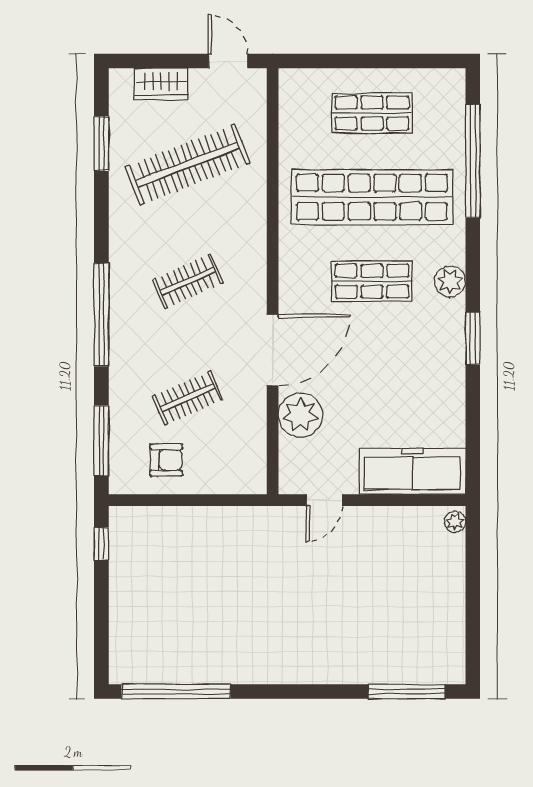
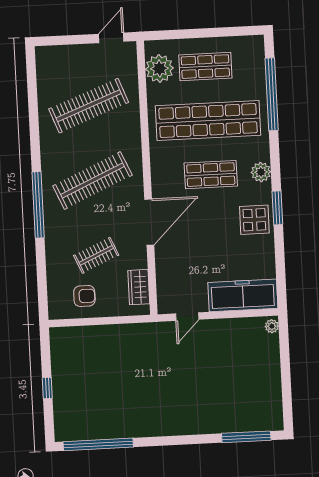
door: (228, 61) -> (111, 38), hinge flipped
wardrobe: (161, 84) -> (139, 287), moved, turned 90
window: (101, 144) -> (32, 95), removed
clothes rail: (188, 281) -> (92, 181), width x1.86, depth x1.31
display table: (436, 355) -> (254, 220), added
plant: (301, 415) -> (159, 69), moved
window: (101, 441) -> (42, 286), removed
window: (101, 544) -> (47, 388), moved

